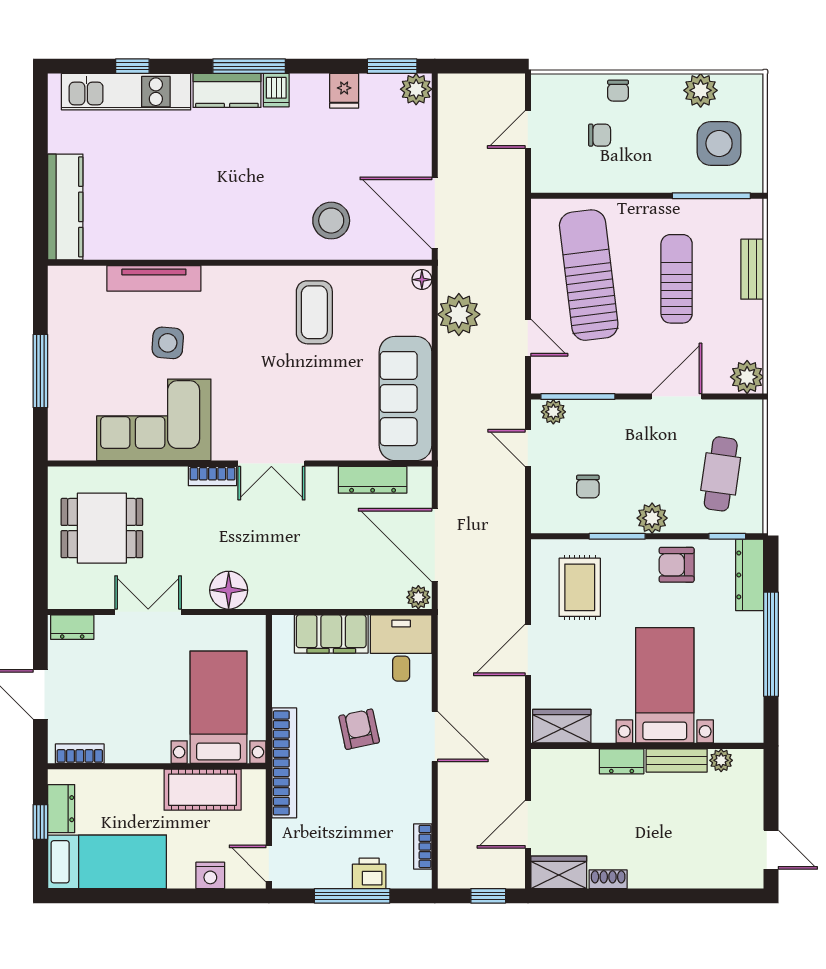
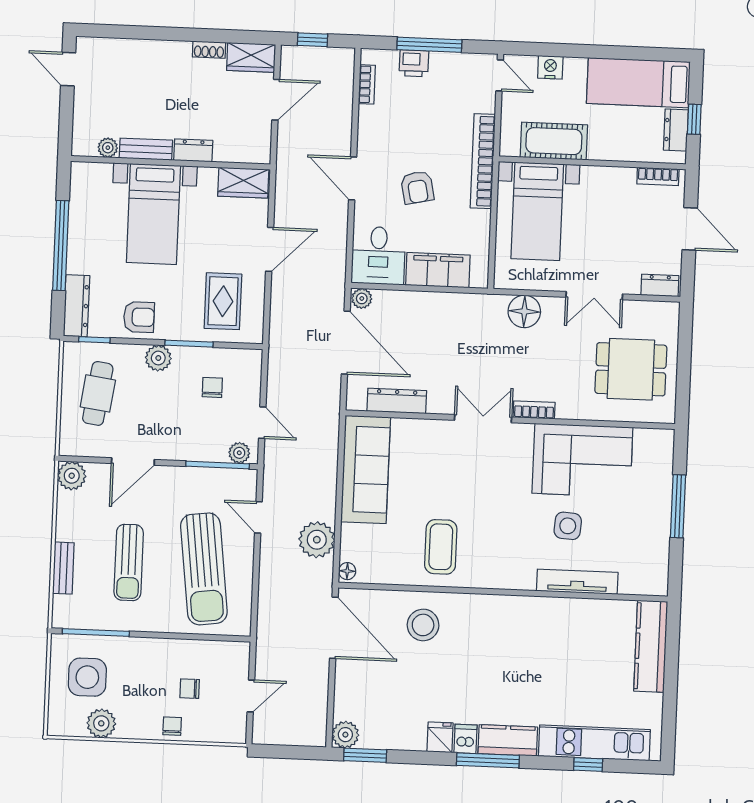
fridge: (344, 91) -> (440, 737), moved

